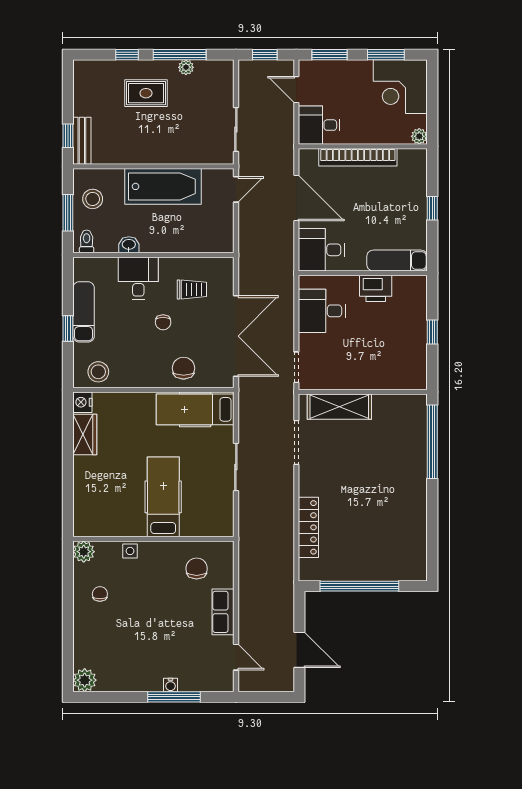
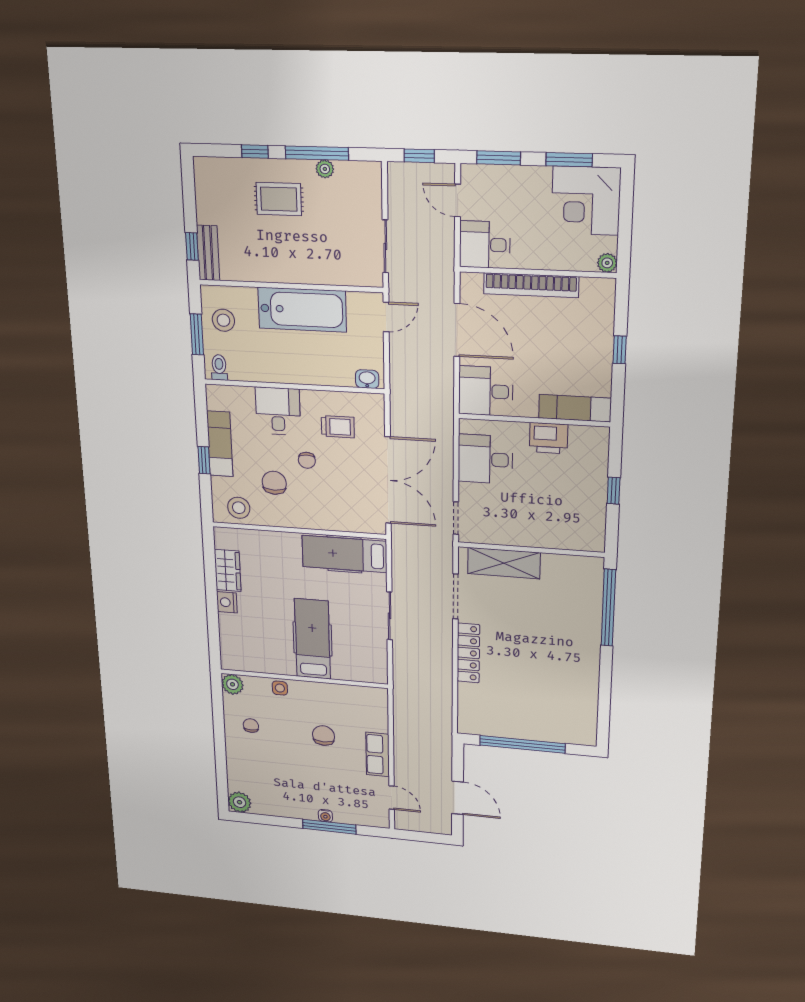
washbasin: (129, 245) -> (367, 379), moved
chair: (184, 368) -> (274, 483), moved
nightstand: (82, 402) -> (227, 602), moved
locker: (308, 527) -> (468, 653), moved
chair: (197, 569) -> (324, 736), moved

